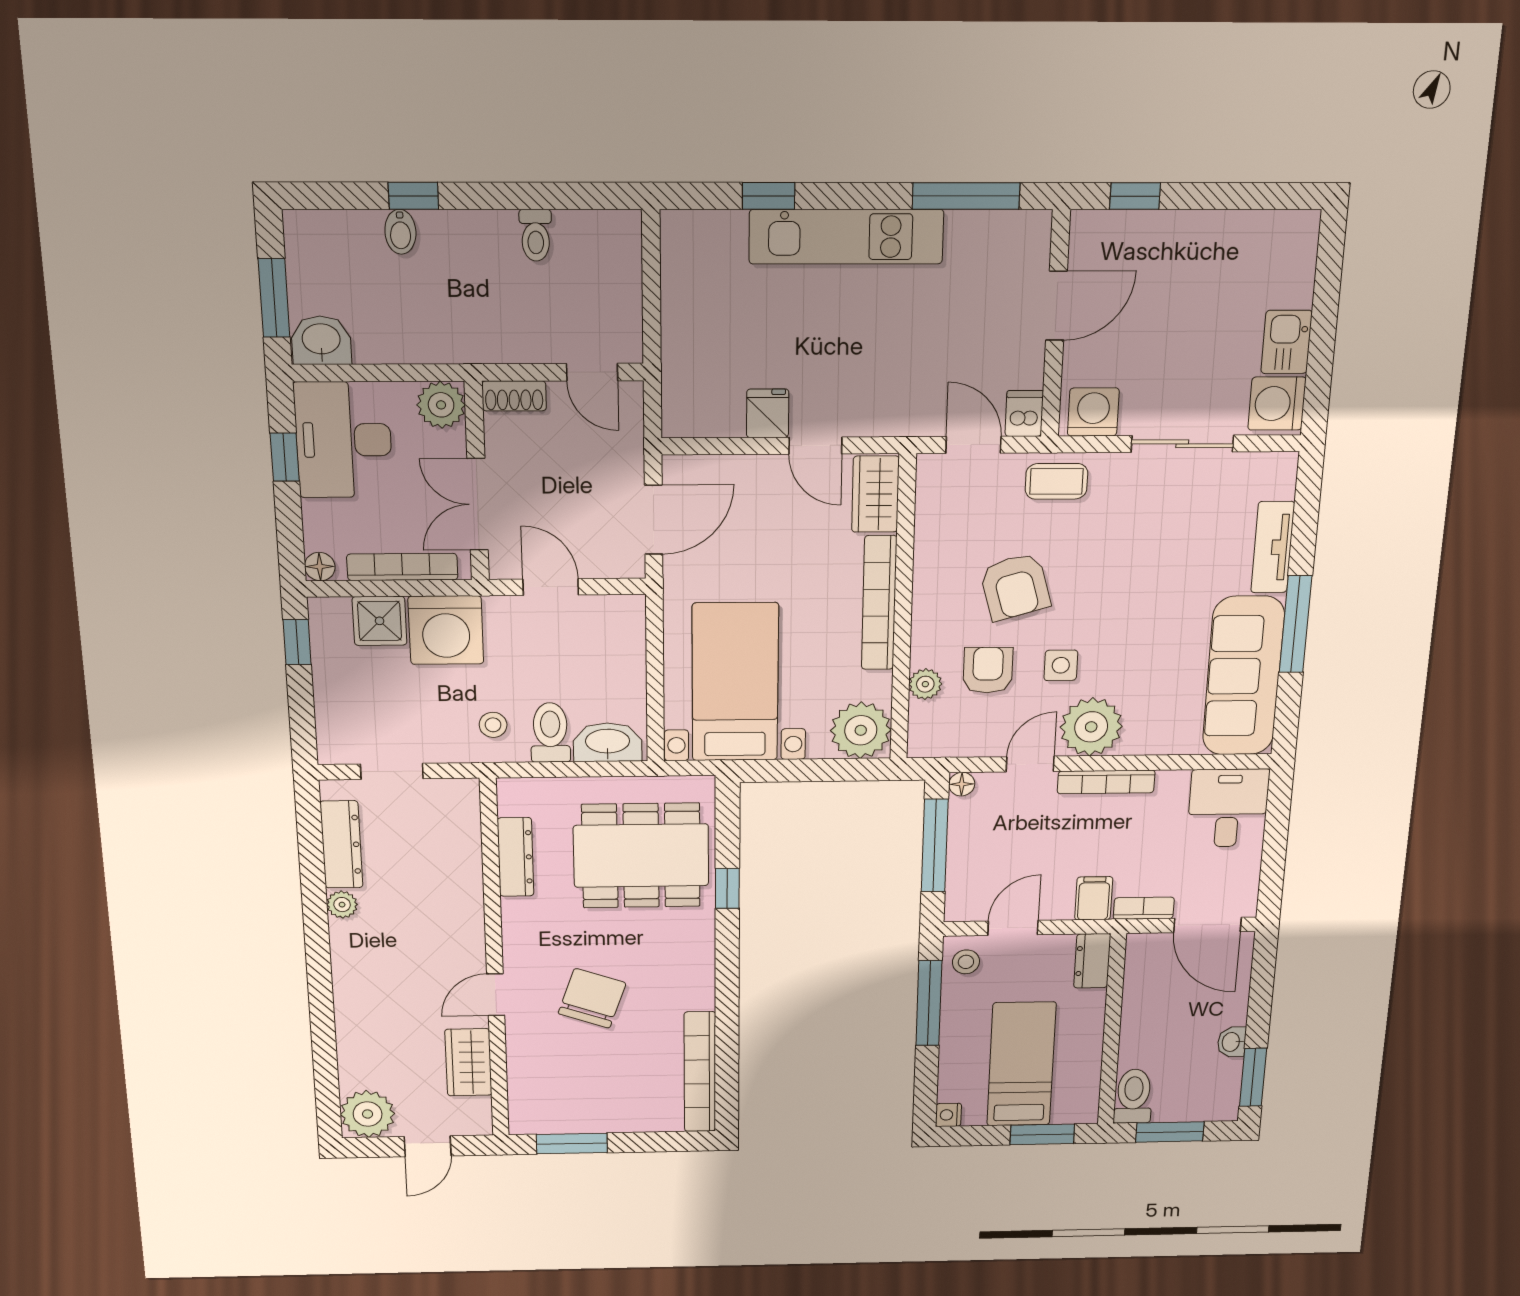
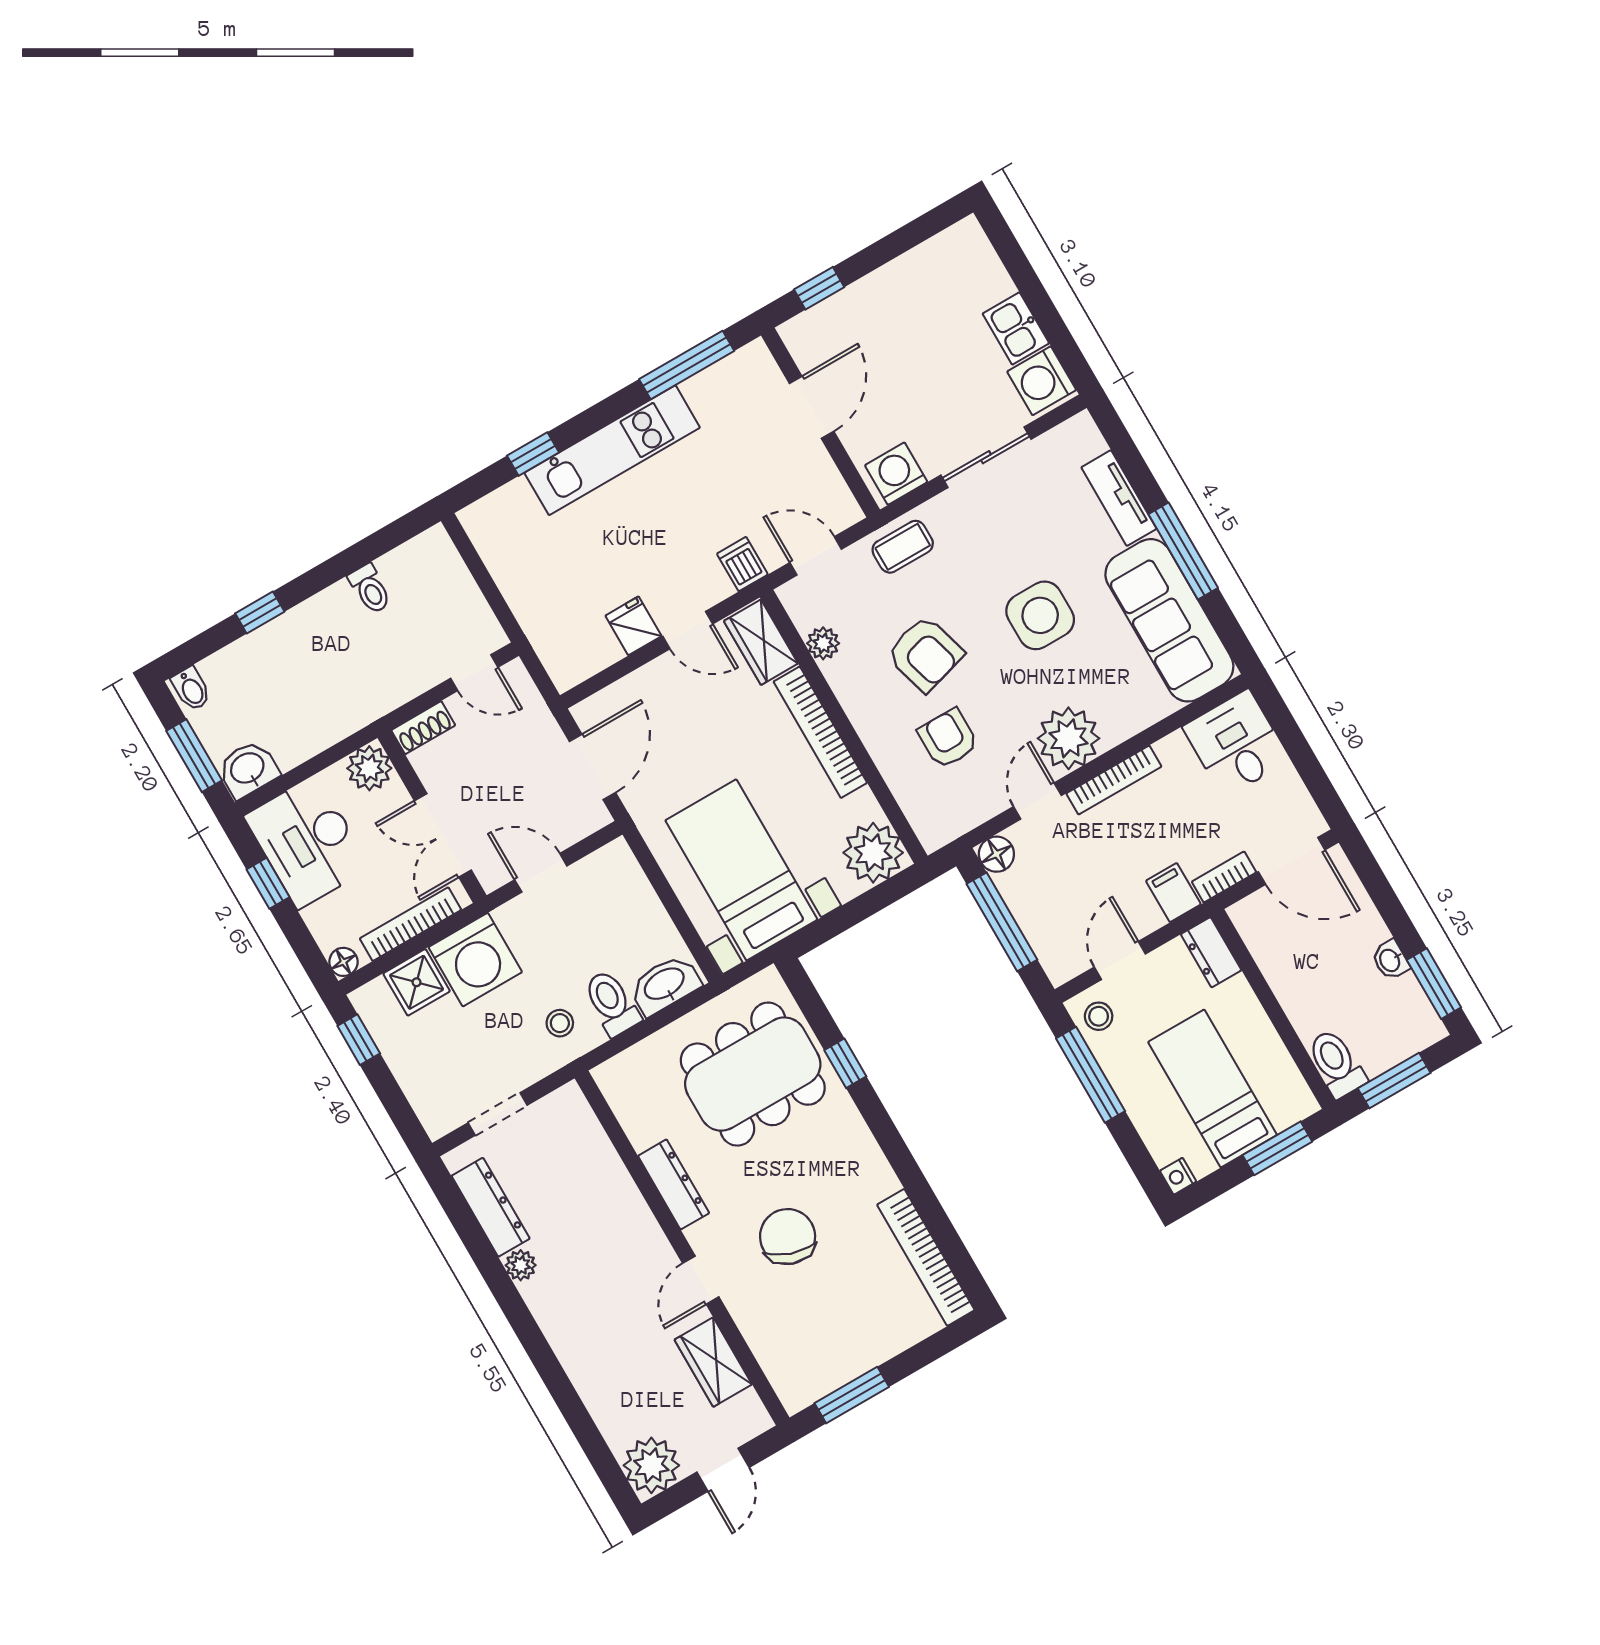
bidet: (400, 232) -> (191, 689), moved
dishwasher: (1024, 413) -> (742, 564), moved
side table: (1061, 665) -> (1040, 615), moved, width x1.87, depth x1.87
plant: (925, 684) -> (823, 643), moved
floor lamp: (962, 784) -> (996, 854), width x1.37, depth x1.37
dresser: (516, 857) -> (674, 1184), moved

